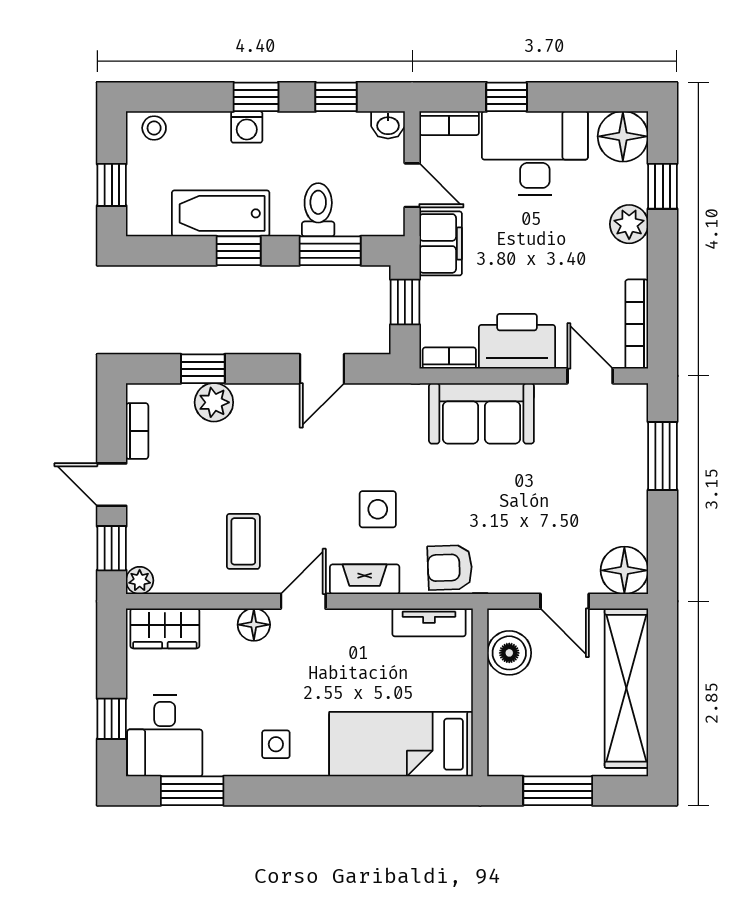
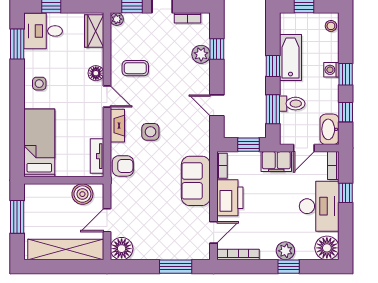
washbasin: (388, 125) -> (329, 129), width x1.91, depth x1.45
window: (663, 186) -> (289, 267), moved
armchair: (450, 568) -> (123, 166), turned 92

